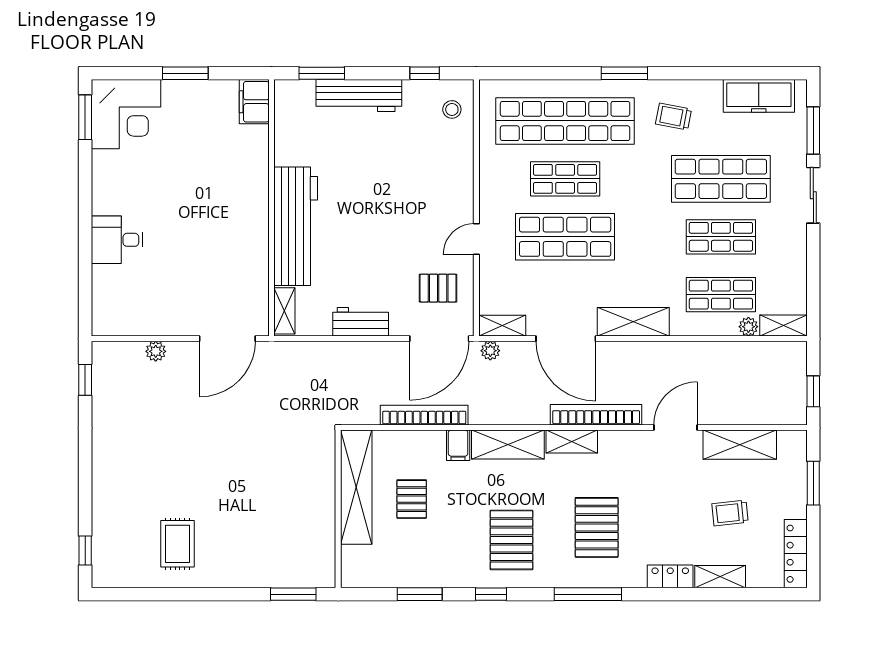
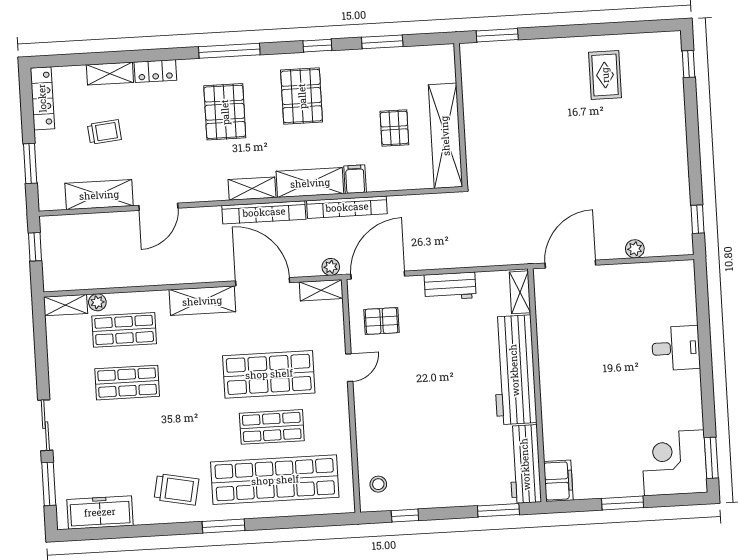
workbench: (359, 96) -> (525, 464), moved, turned -90
trolley: (674, 117) -> (176, 489), width x1.36, depth x1.39
shop shelf: (721, 179) -> (130, 435), removed
bookcase: (424, 415) -> (347, 207), moved
bookcase: (596, 415) -> (264, 212), moved

